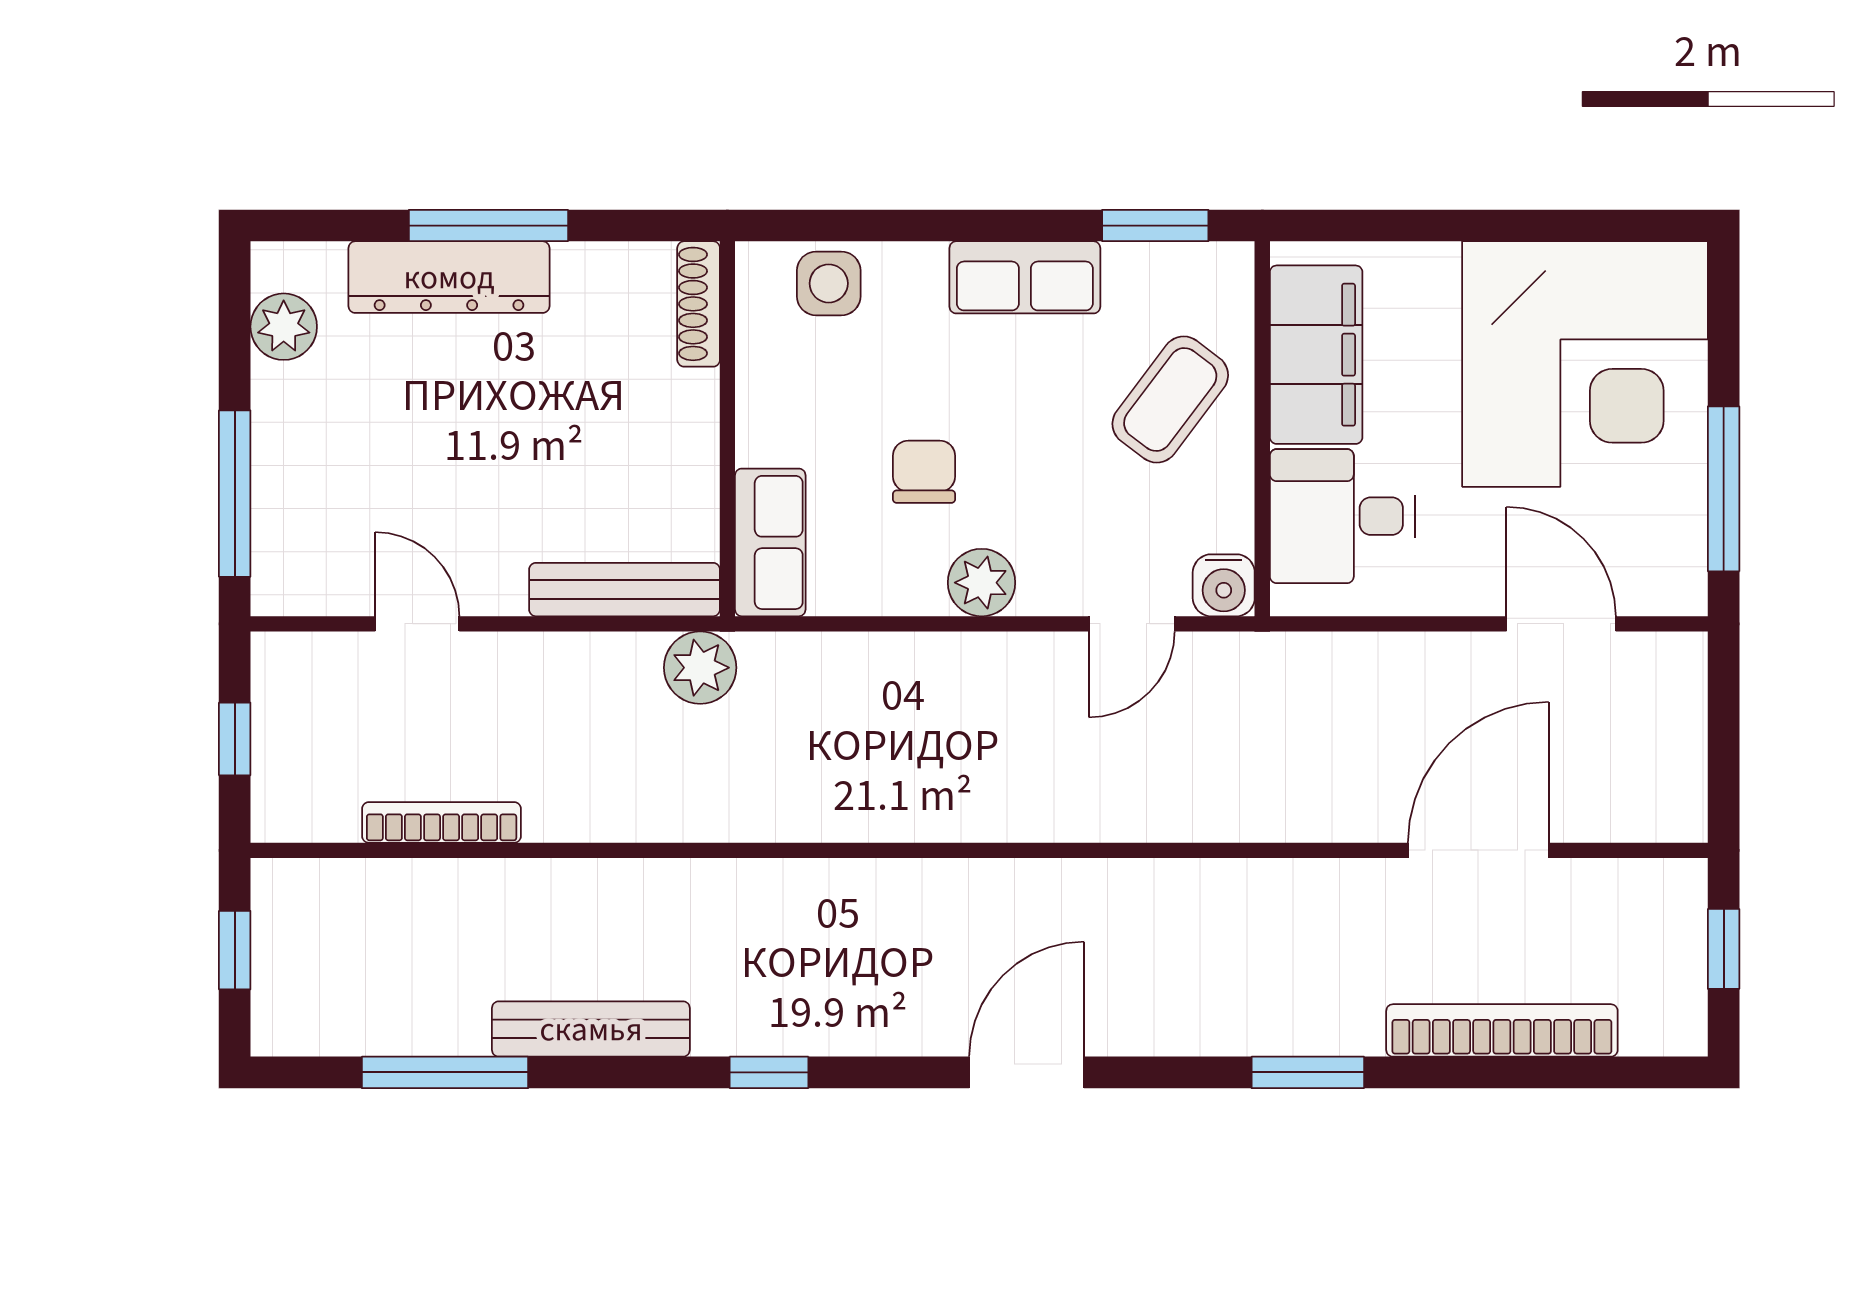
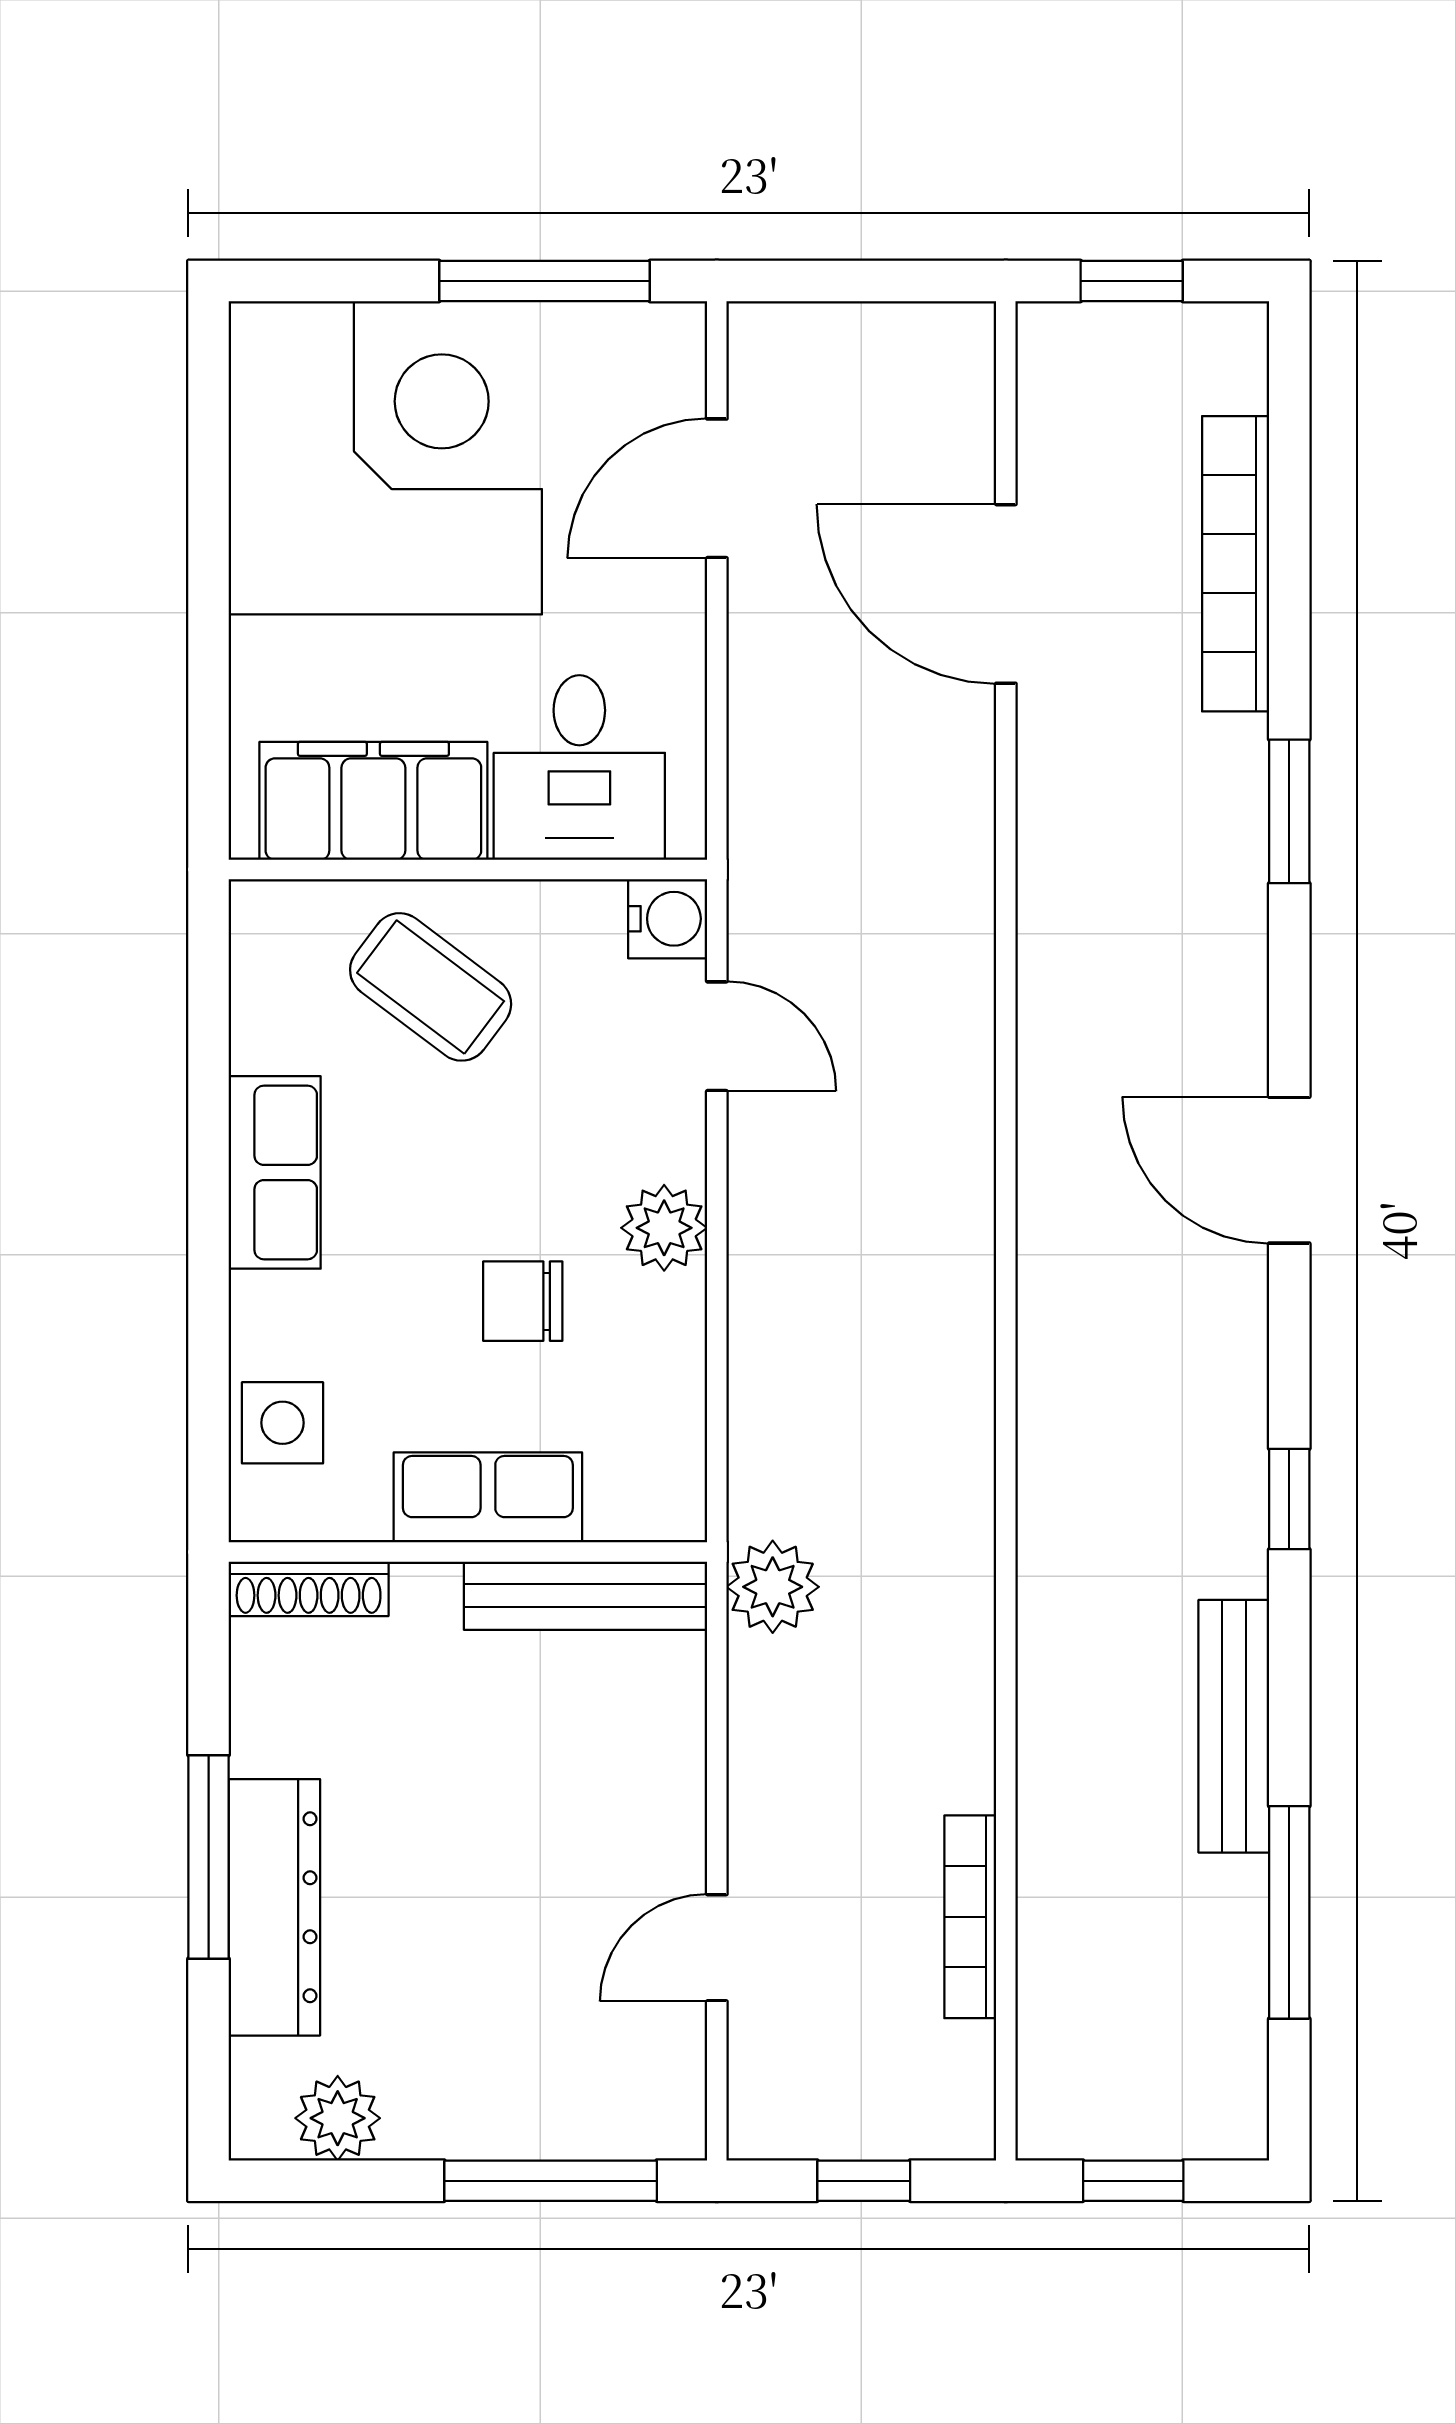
window: (1155, 226) -> (209, 1006), removed
row of seats: (770, 542) -> (488, 1497), moved
bench: (625, 590) -> (585, 1596), moved, turned 90

